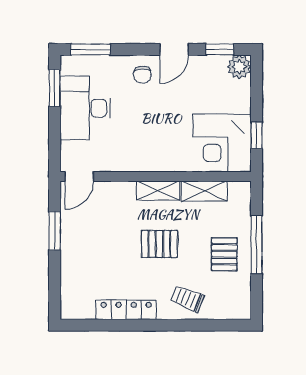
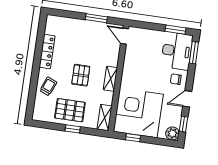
door: (174, 49) -> (187, 99), hinge flipped
desk: (85, 108) -> (177, 51), moved, turned 90
corner desk: (222, 143) -> (138, 113), width x1.36, depth x1.36
shelving: (204, 191) -> (105, 118), moved
window: (257, 245) -> (73, 129), width x0.46
pallet: (224, 254) -> (70, 110), width x1.50, depth x1.42

